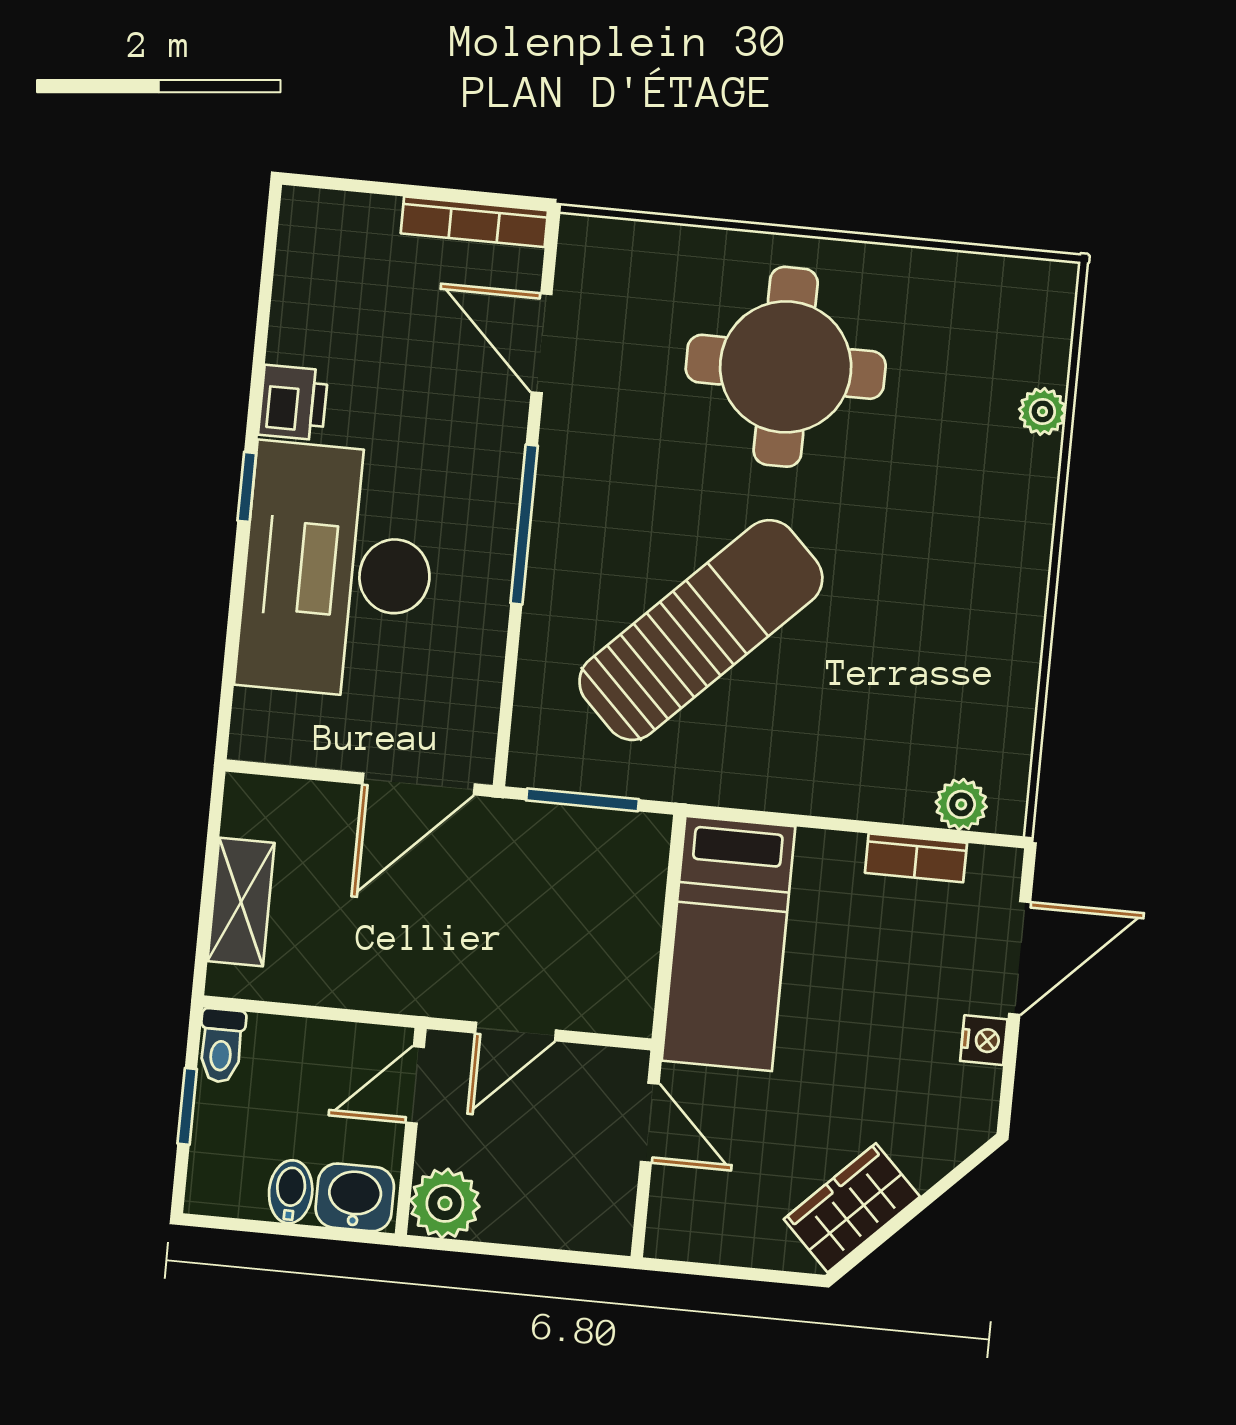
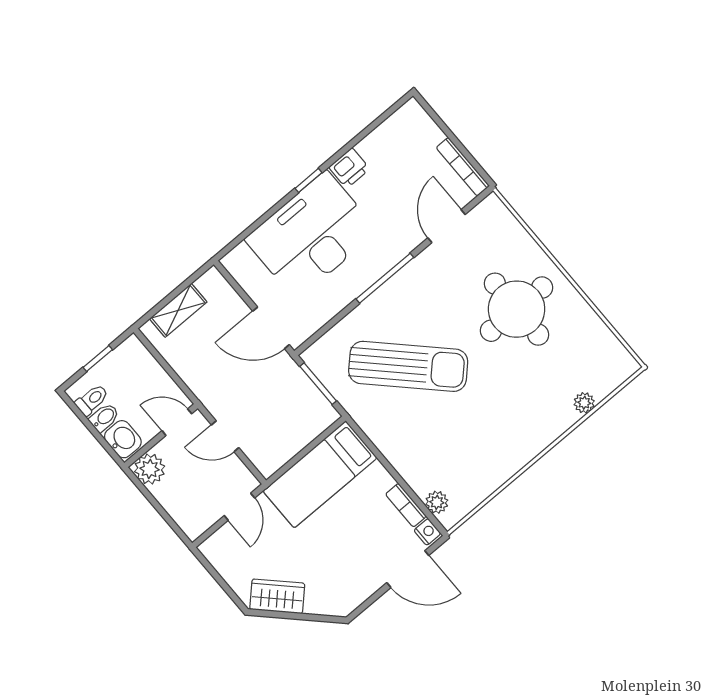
nightstand: (984, 1040) -> (427, 532), moved, turned -90
toilet: (221, 1046) -> (92, 400), moved, turned 180

